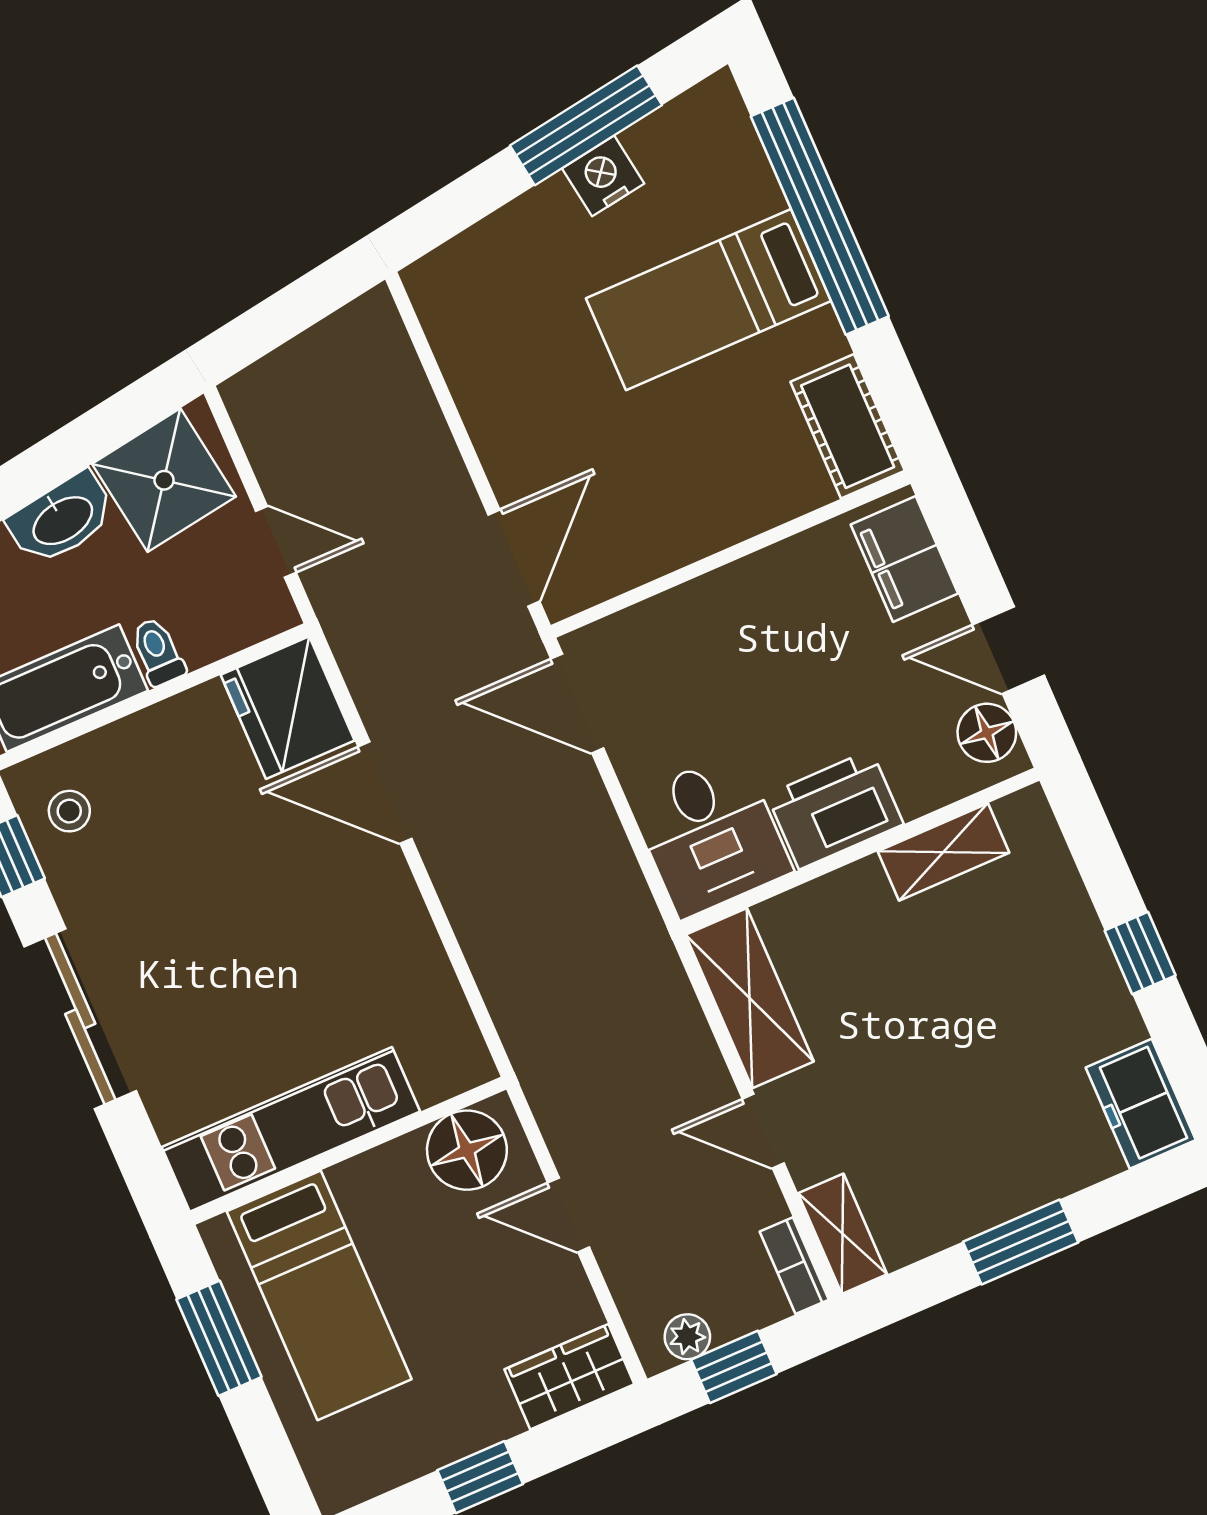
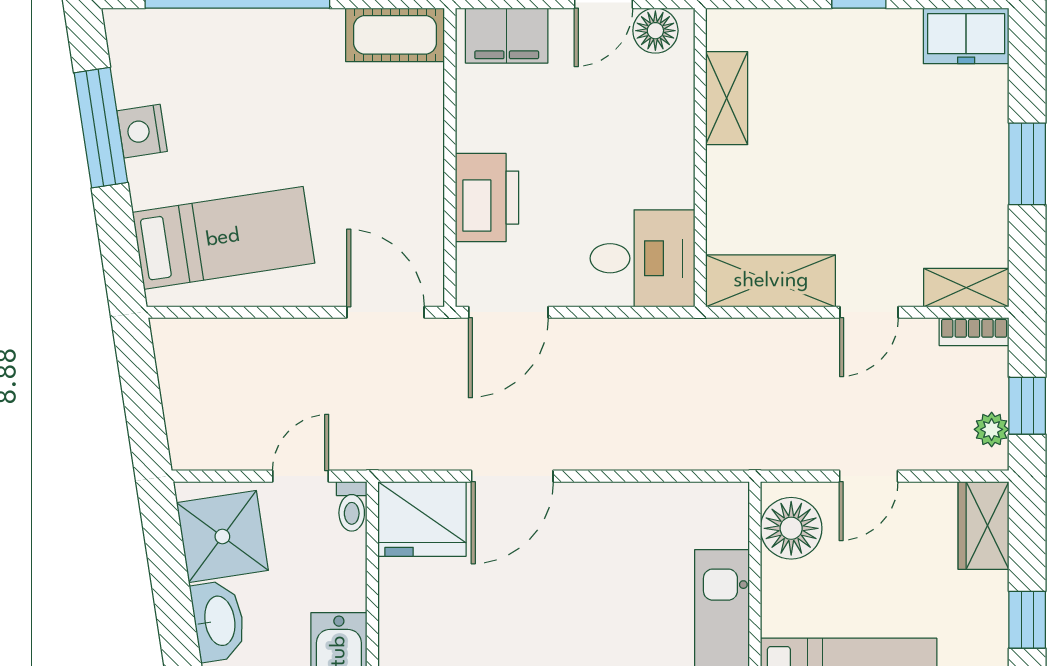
bed: (708, 300) -> (223, 238), moved, turned -99
toilet: (158, 652) -> (352, 506), moved, turned -90
printer: (835, 809) -> (487, 198), moved, turned 180

